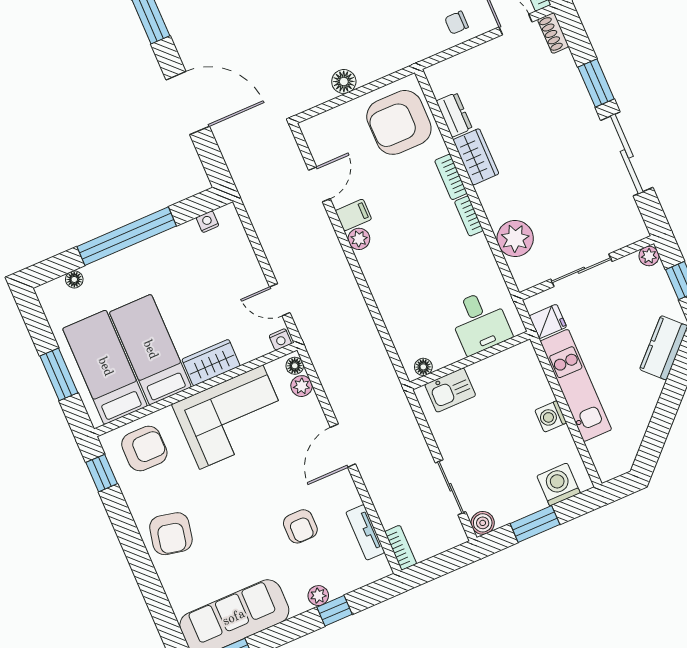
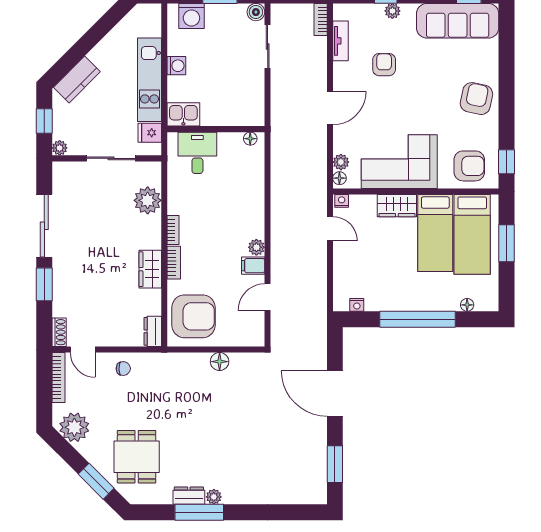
dresser: (454, 115) -> (153, 331), moved
kitchen sink: (450, 390) -> (183, 114), moved
armchair: (144, 449) -> (469, 166), turned 180

